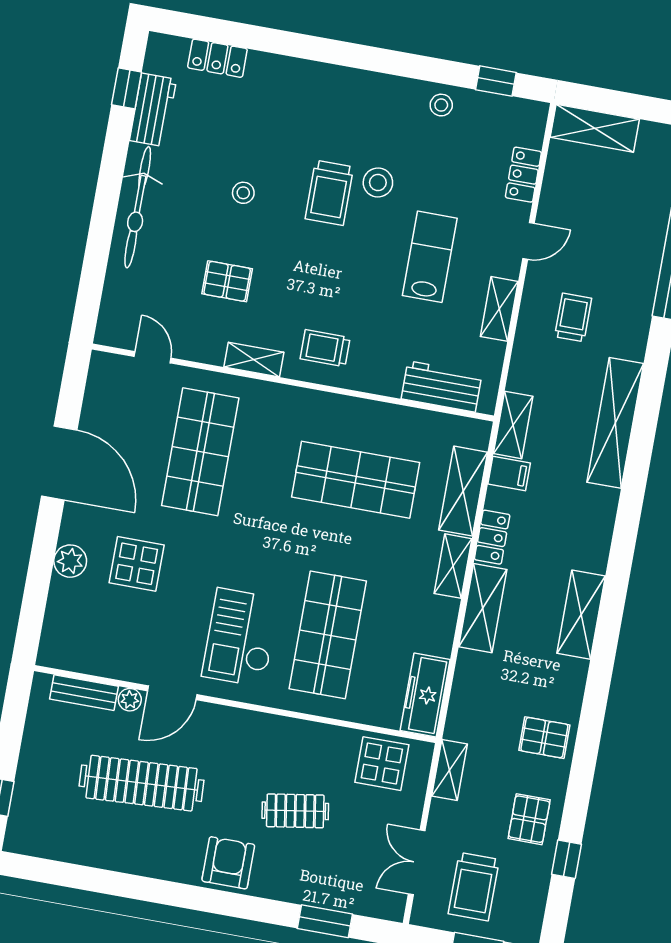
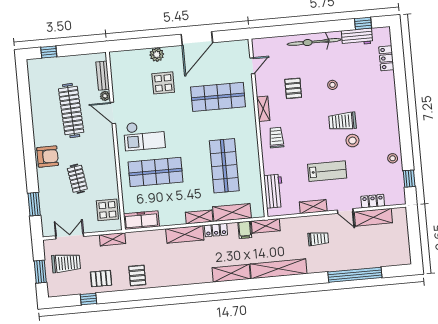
shelving: (595, 128) -> (373, 217), moved, turned 90
shelving: (581, 615) -> (231, 273), moved
checkout: (241, 637) -> (144, 135), turned 180
trolley: (474, 887) -> (66, 263), turned 180

